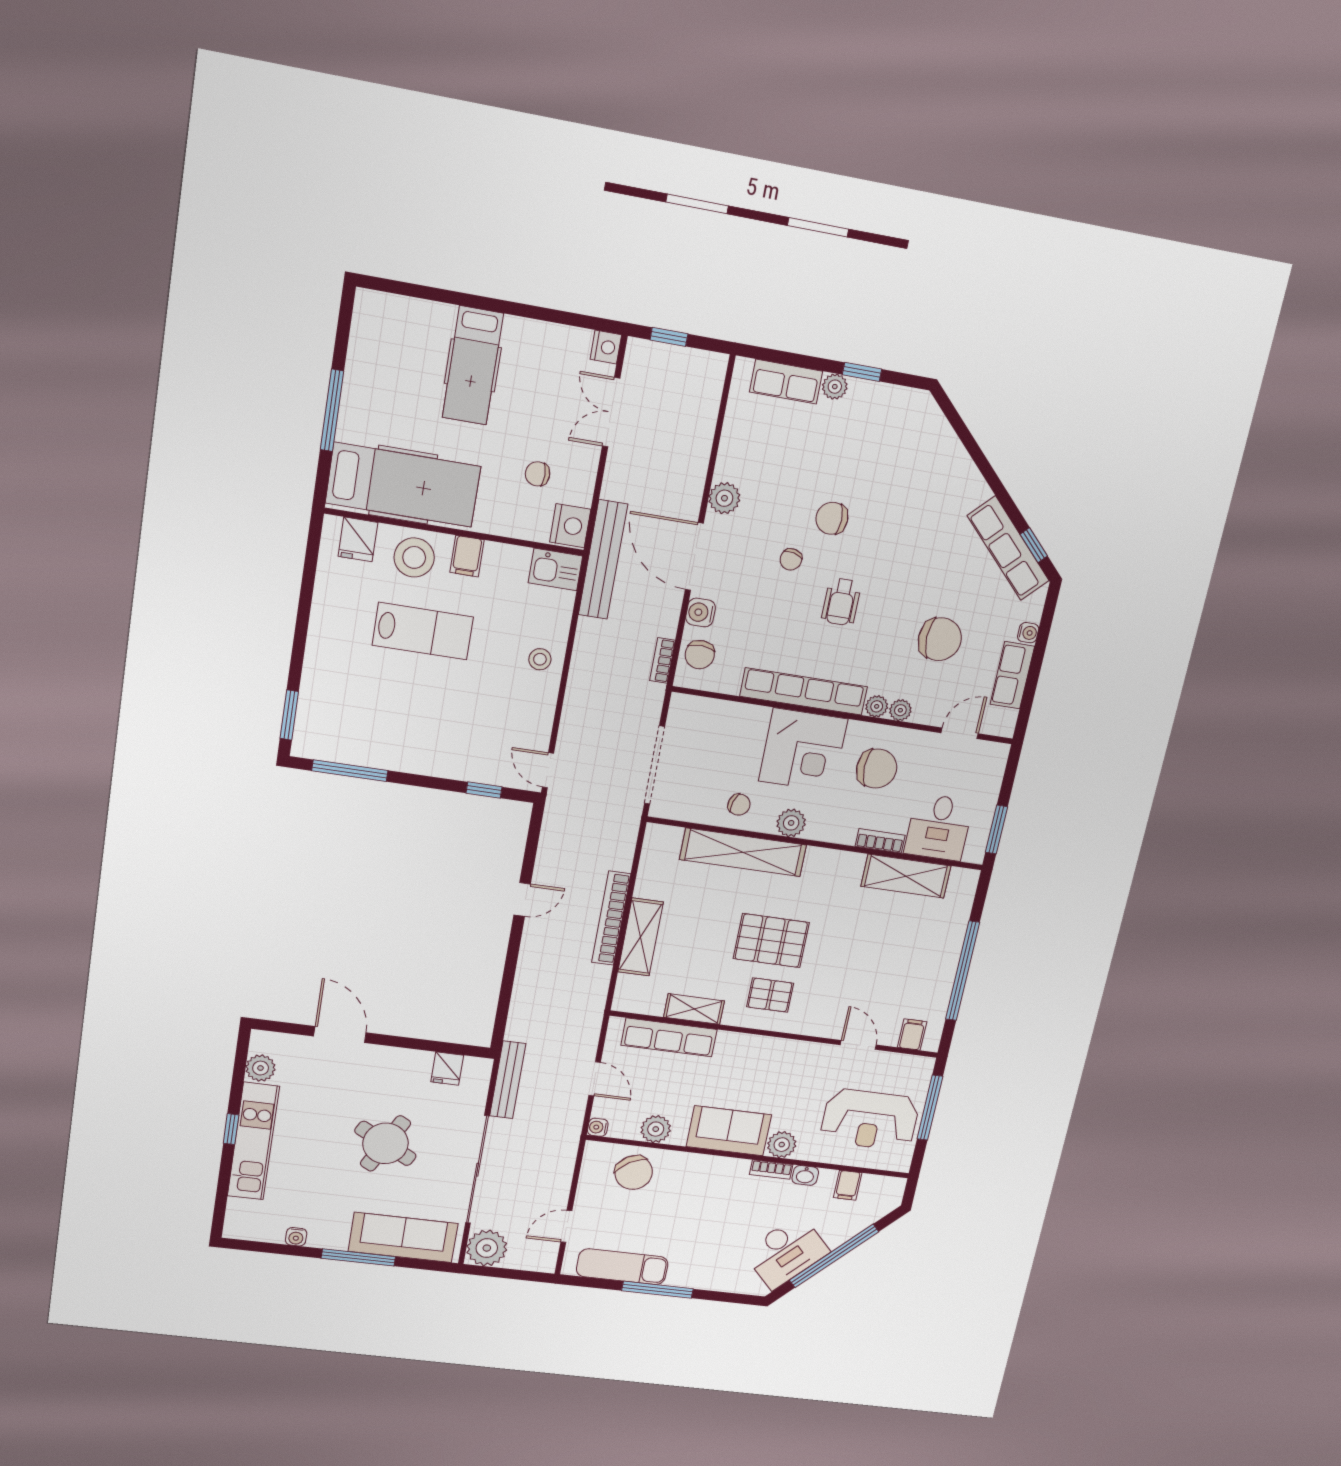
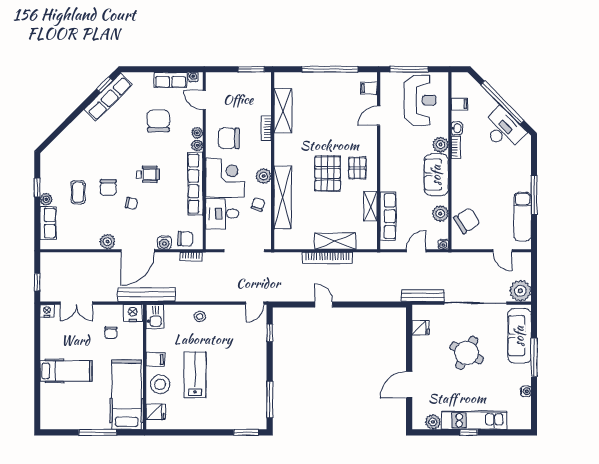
coffee table: (835, 455) -> (78, 192), added
water cooler: (1028, 633) -> (193, 77), moved
chair: (877, 769) -> (229, 138), turned -90
desk: (939, 827) -> (222, 214), moved, turned 180

